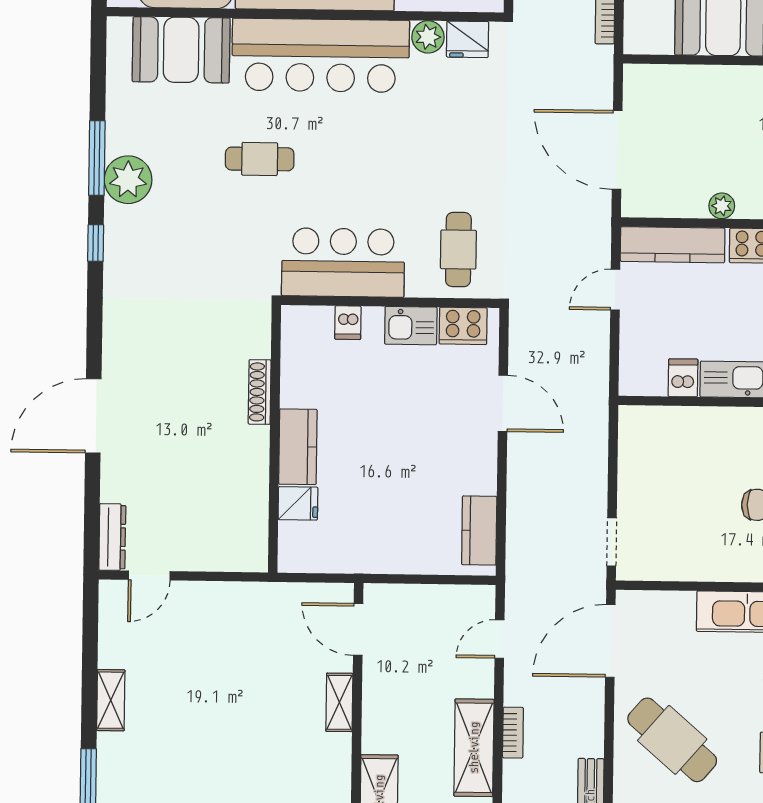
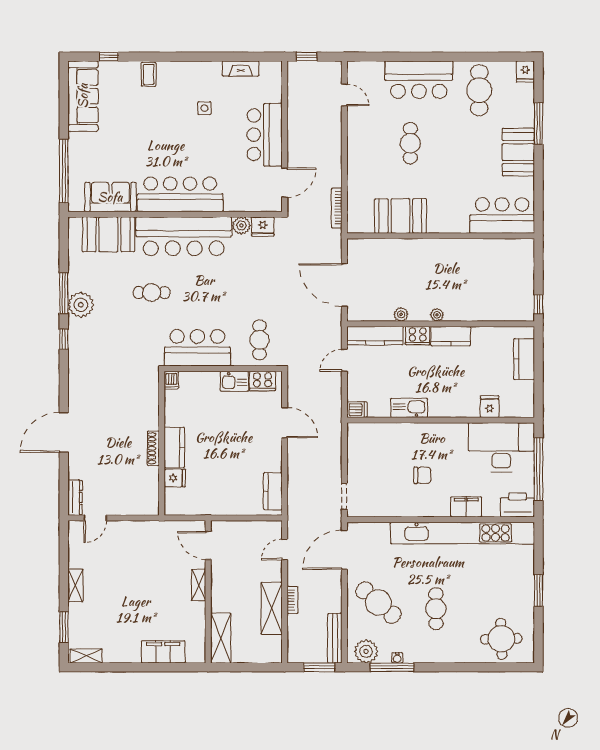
dishwasher: (348, 323) -> (171, 380), moved
dishwasher: (683, 378) -> (357, 410), moved, turned 90
shoe rack: (260, 392) -> (153, 448), moved

